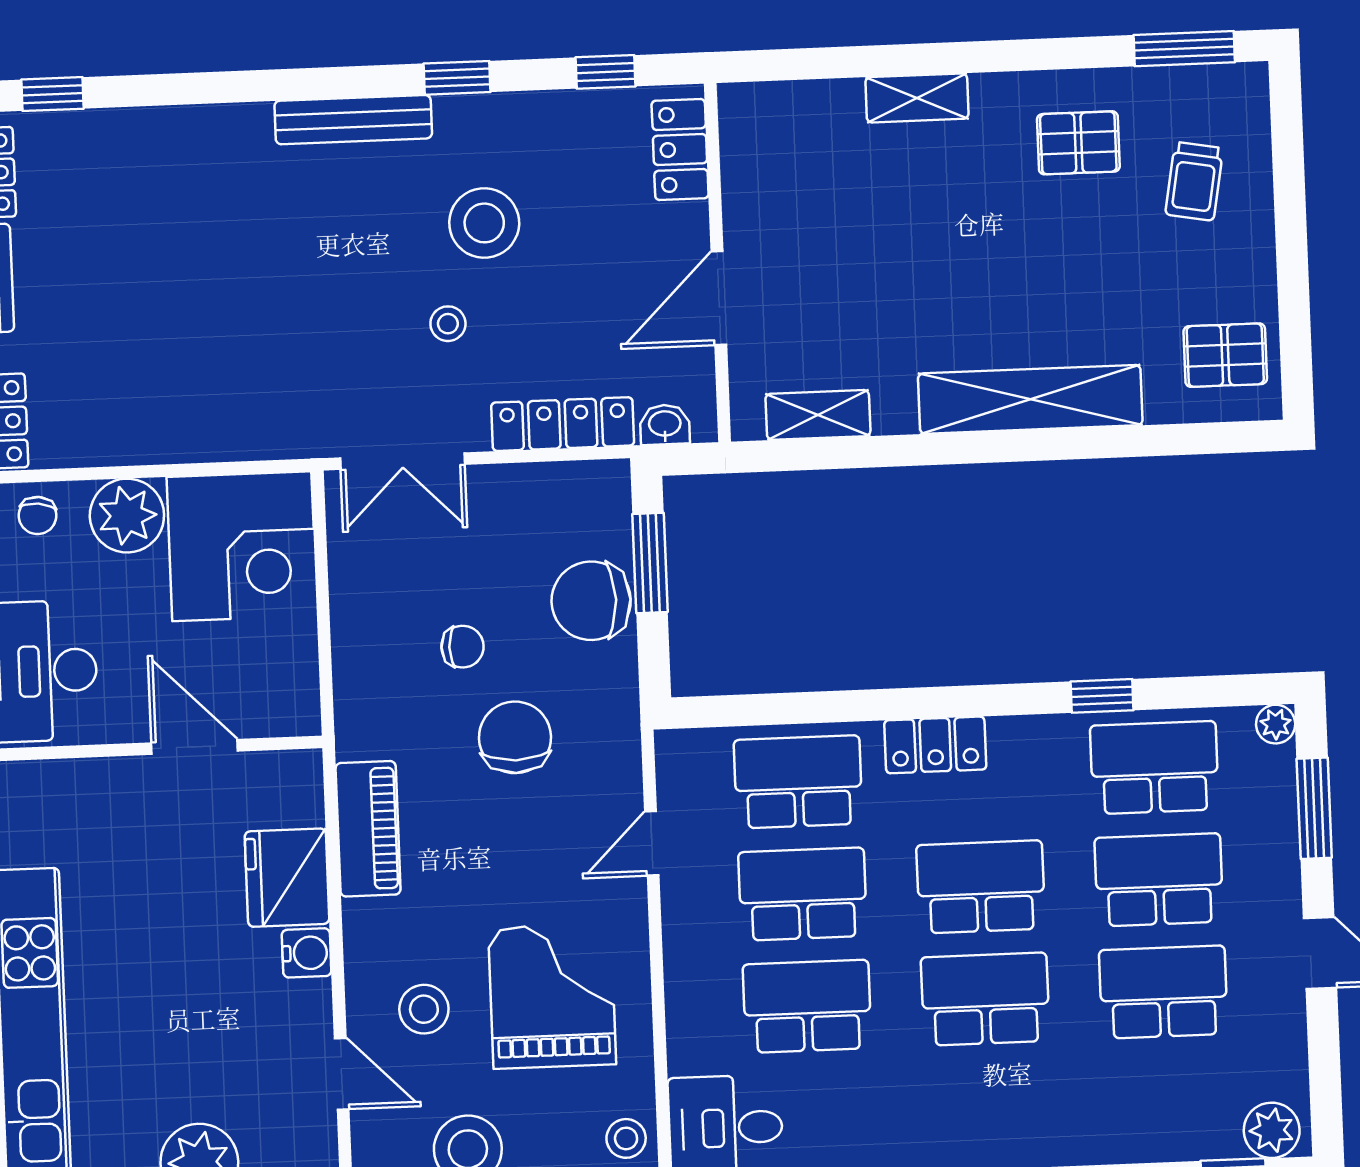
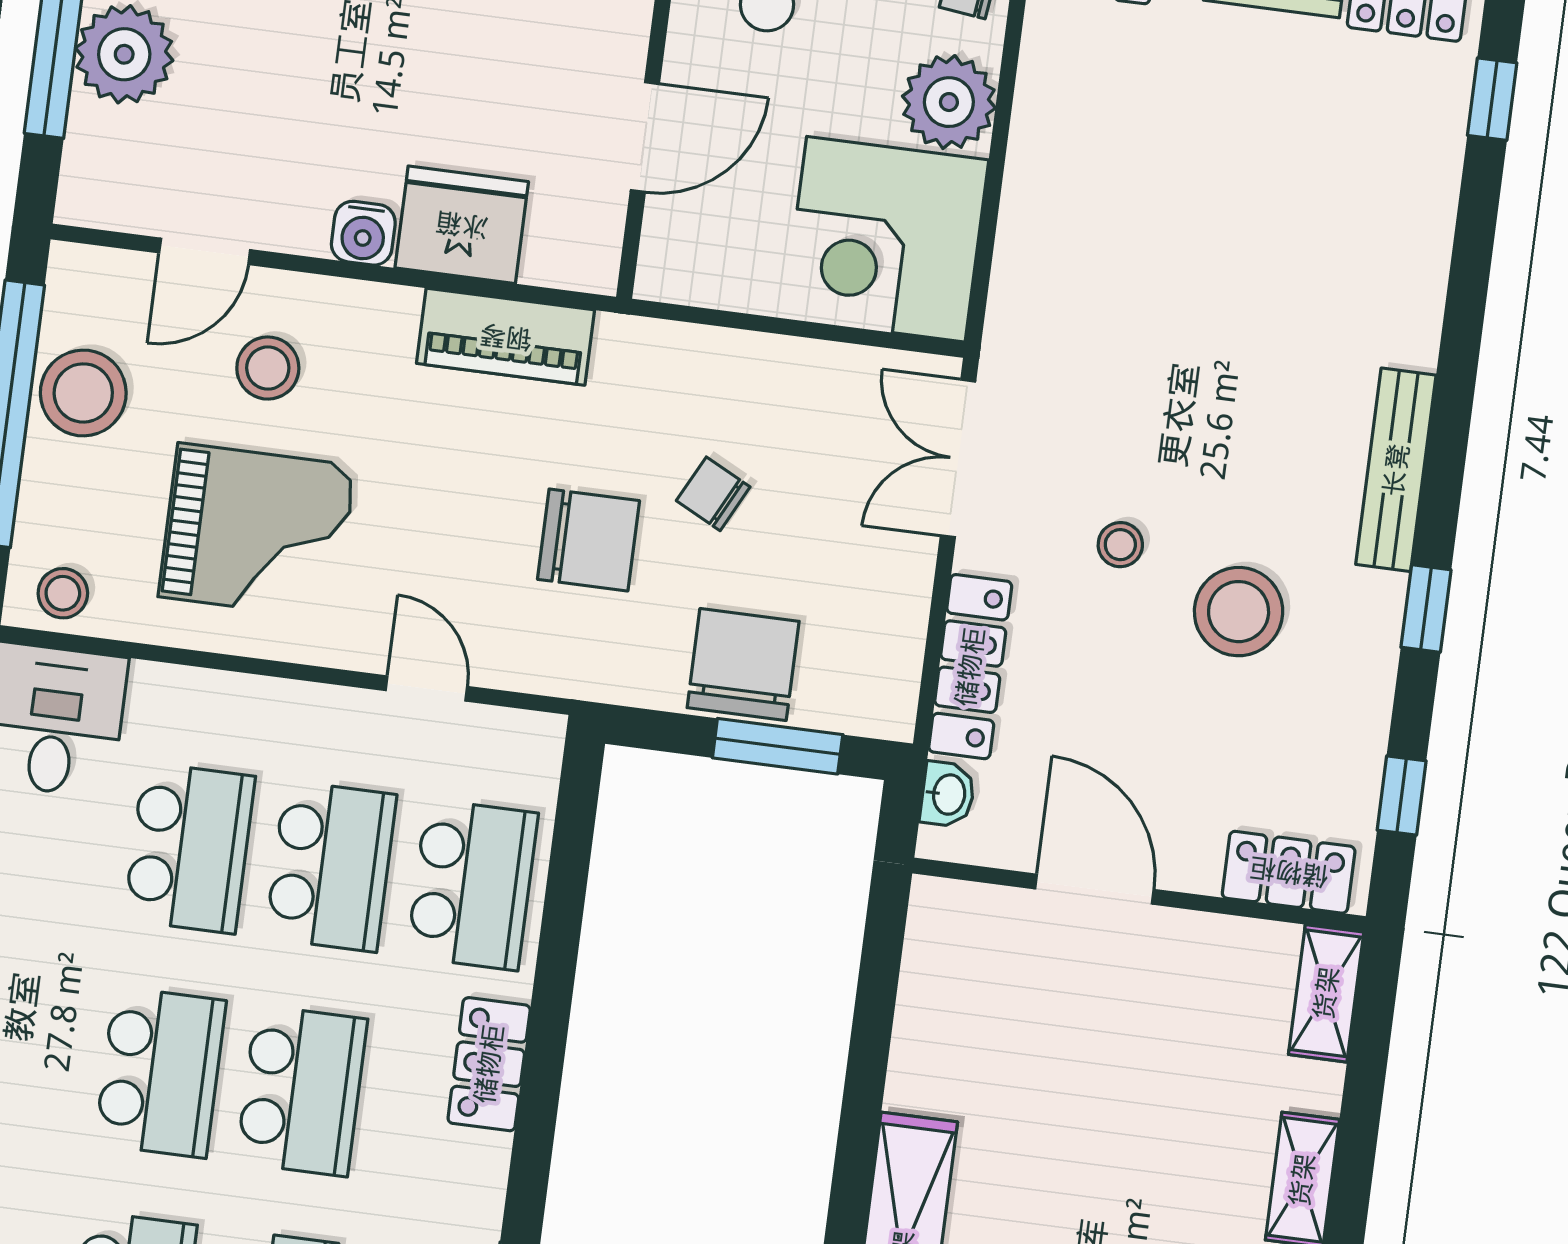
shelving: (818, 415) -> (1326, 993), moved
chair: (463, 647) -> (713, 494), turned 117

